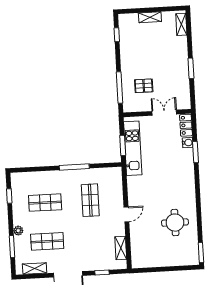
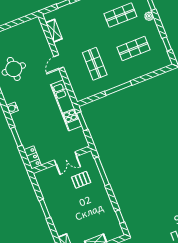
double door: (164, 113) -> (65, 158), moved
water cooler: (188, 143) -> (12, 108), moved
kitchen unit: (133, 148) -> (66, 105), moved

